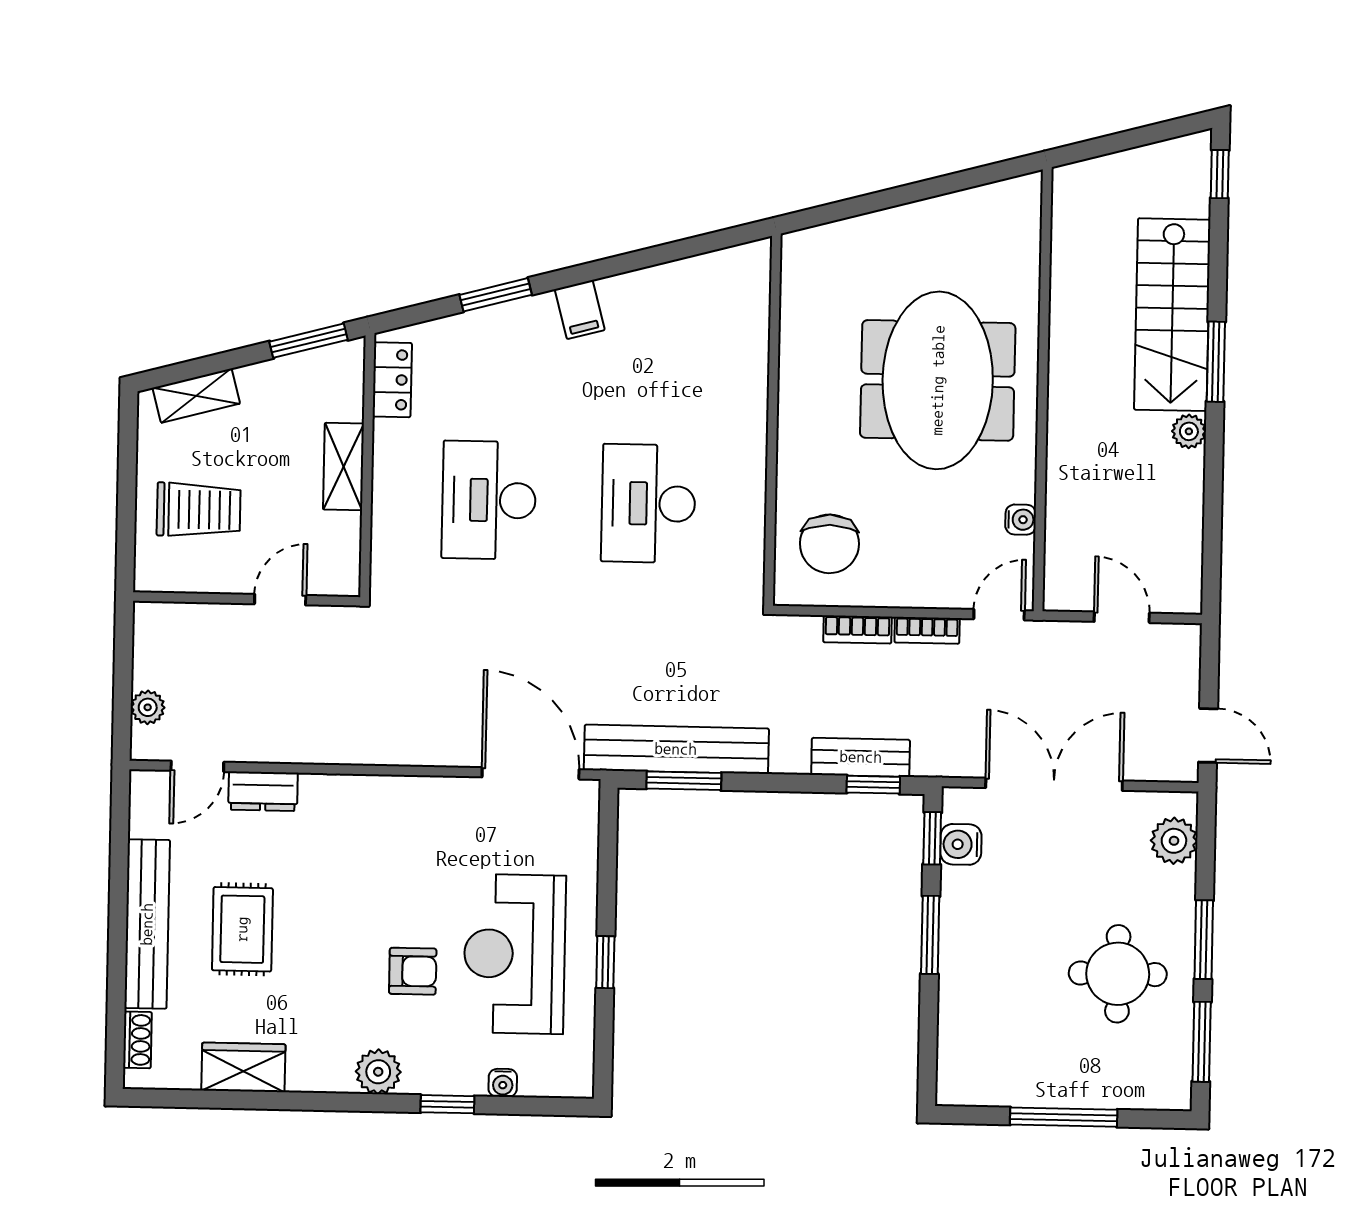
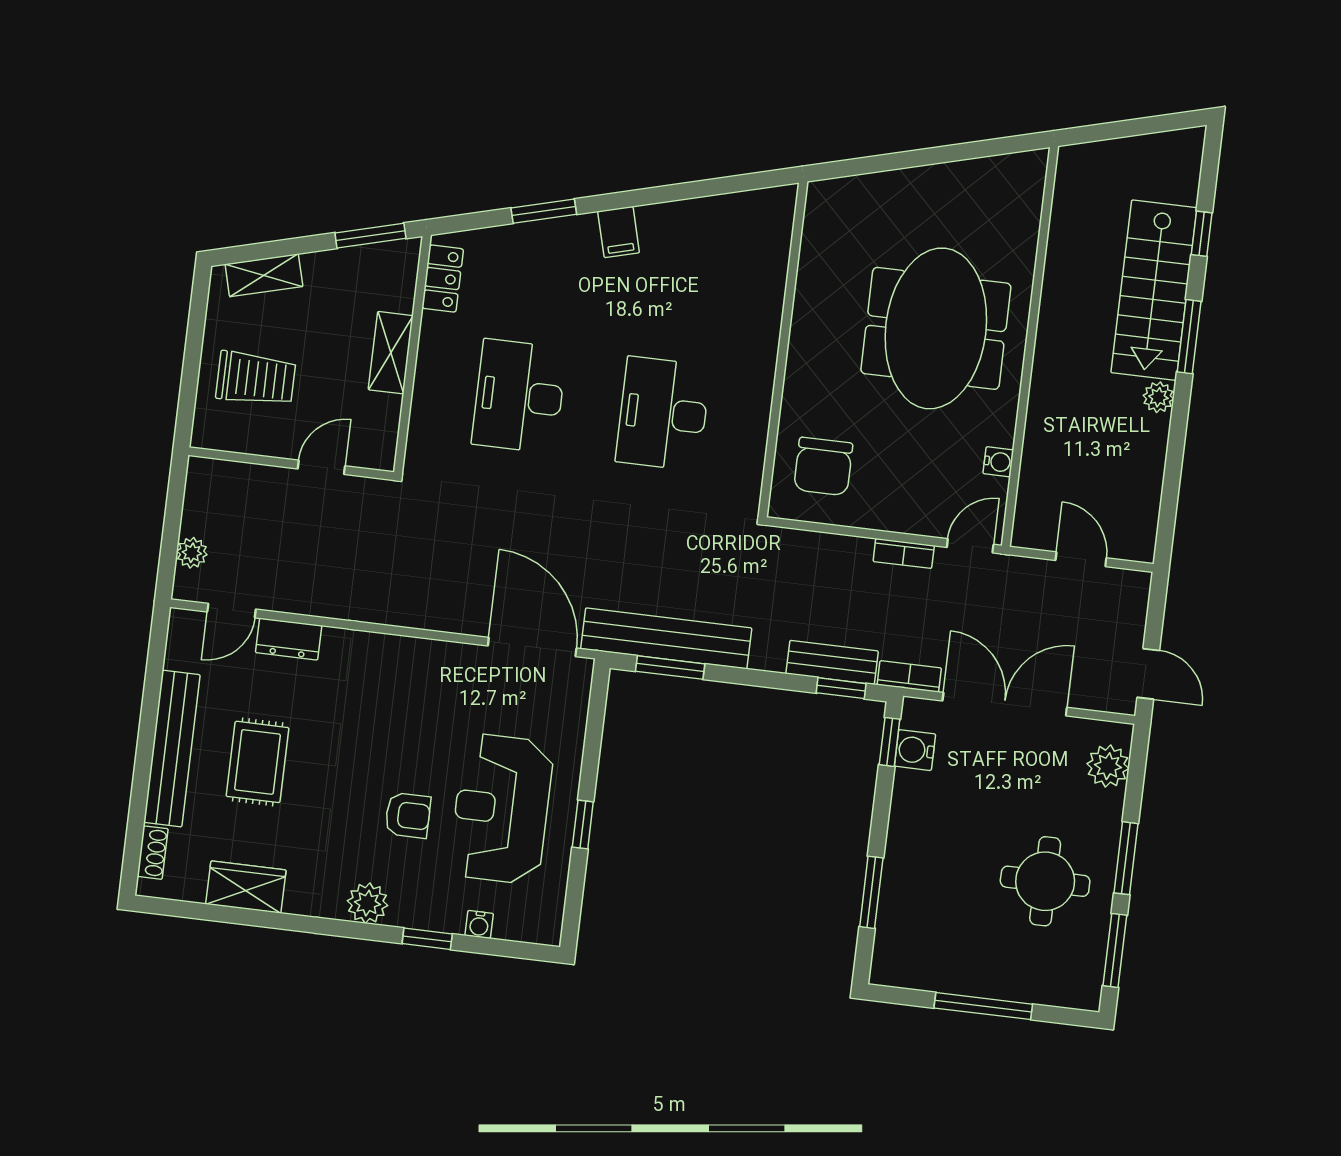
window: (1220, 174) -> (1202, 234), moved
bookcase: (857, 630) -> (909, 676), moved, turned 180
window: (930, 935) -> (871, 892), moved

